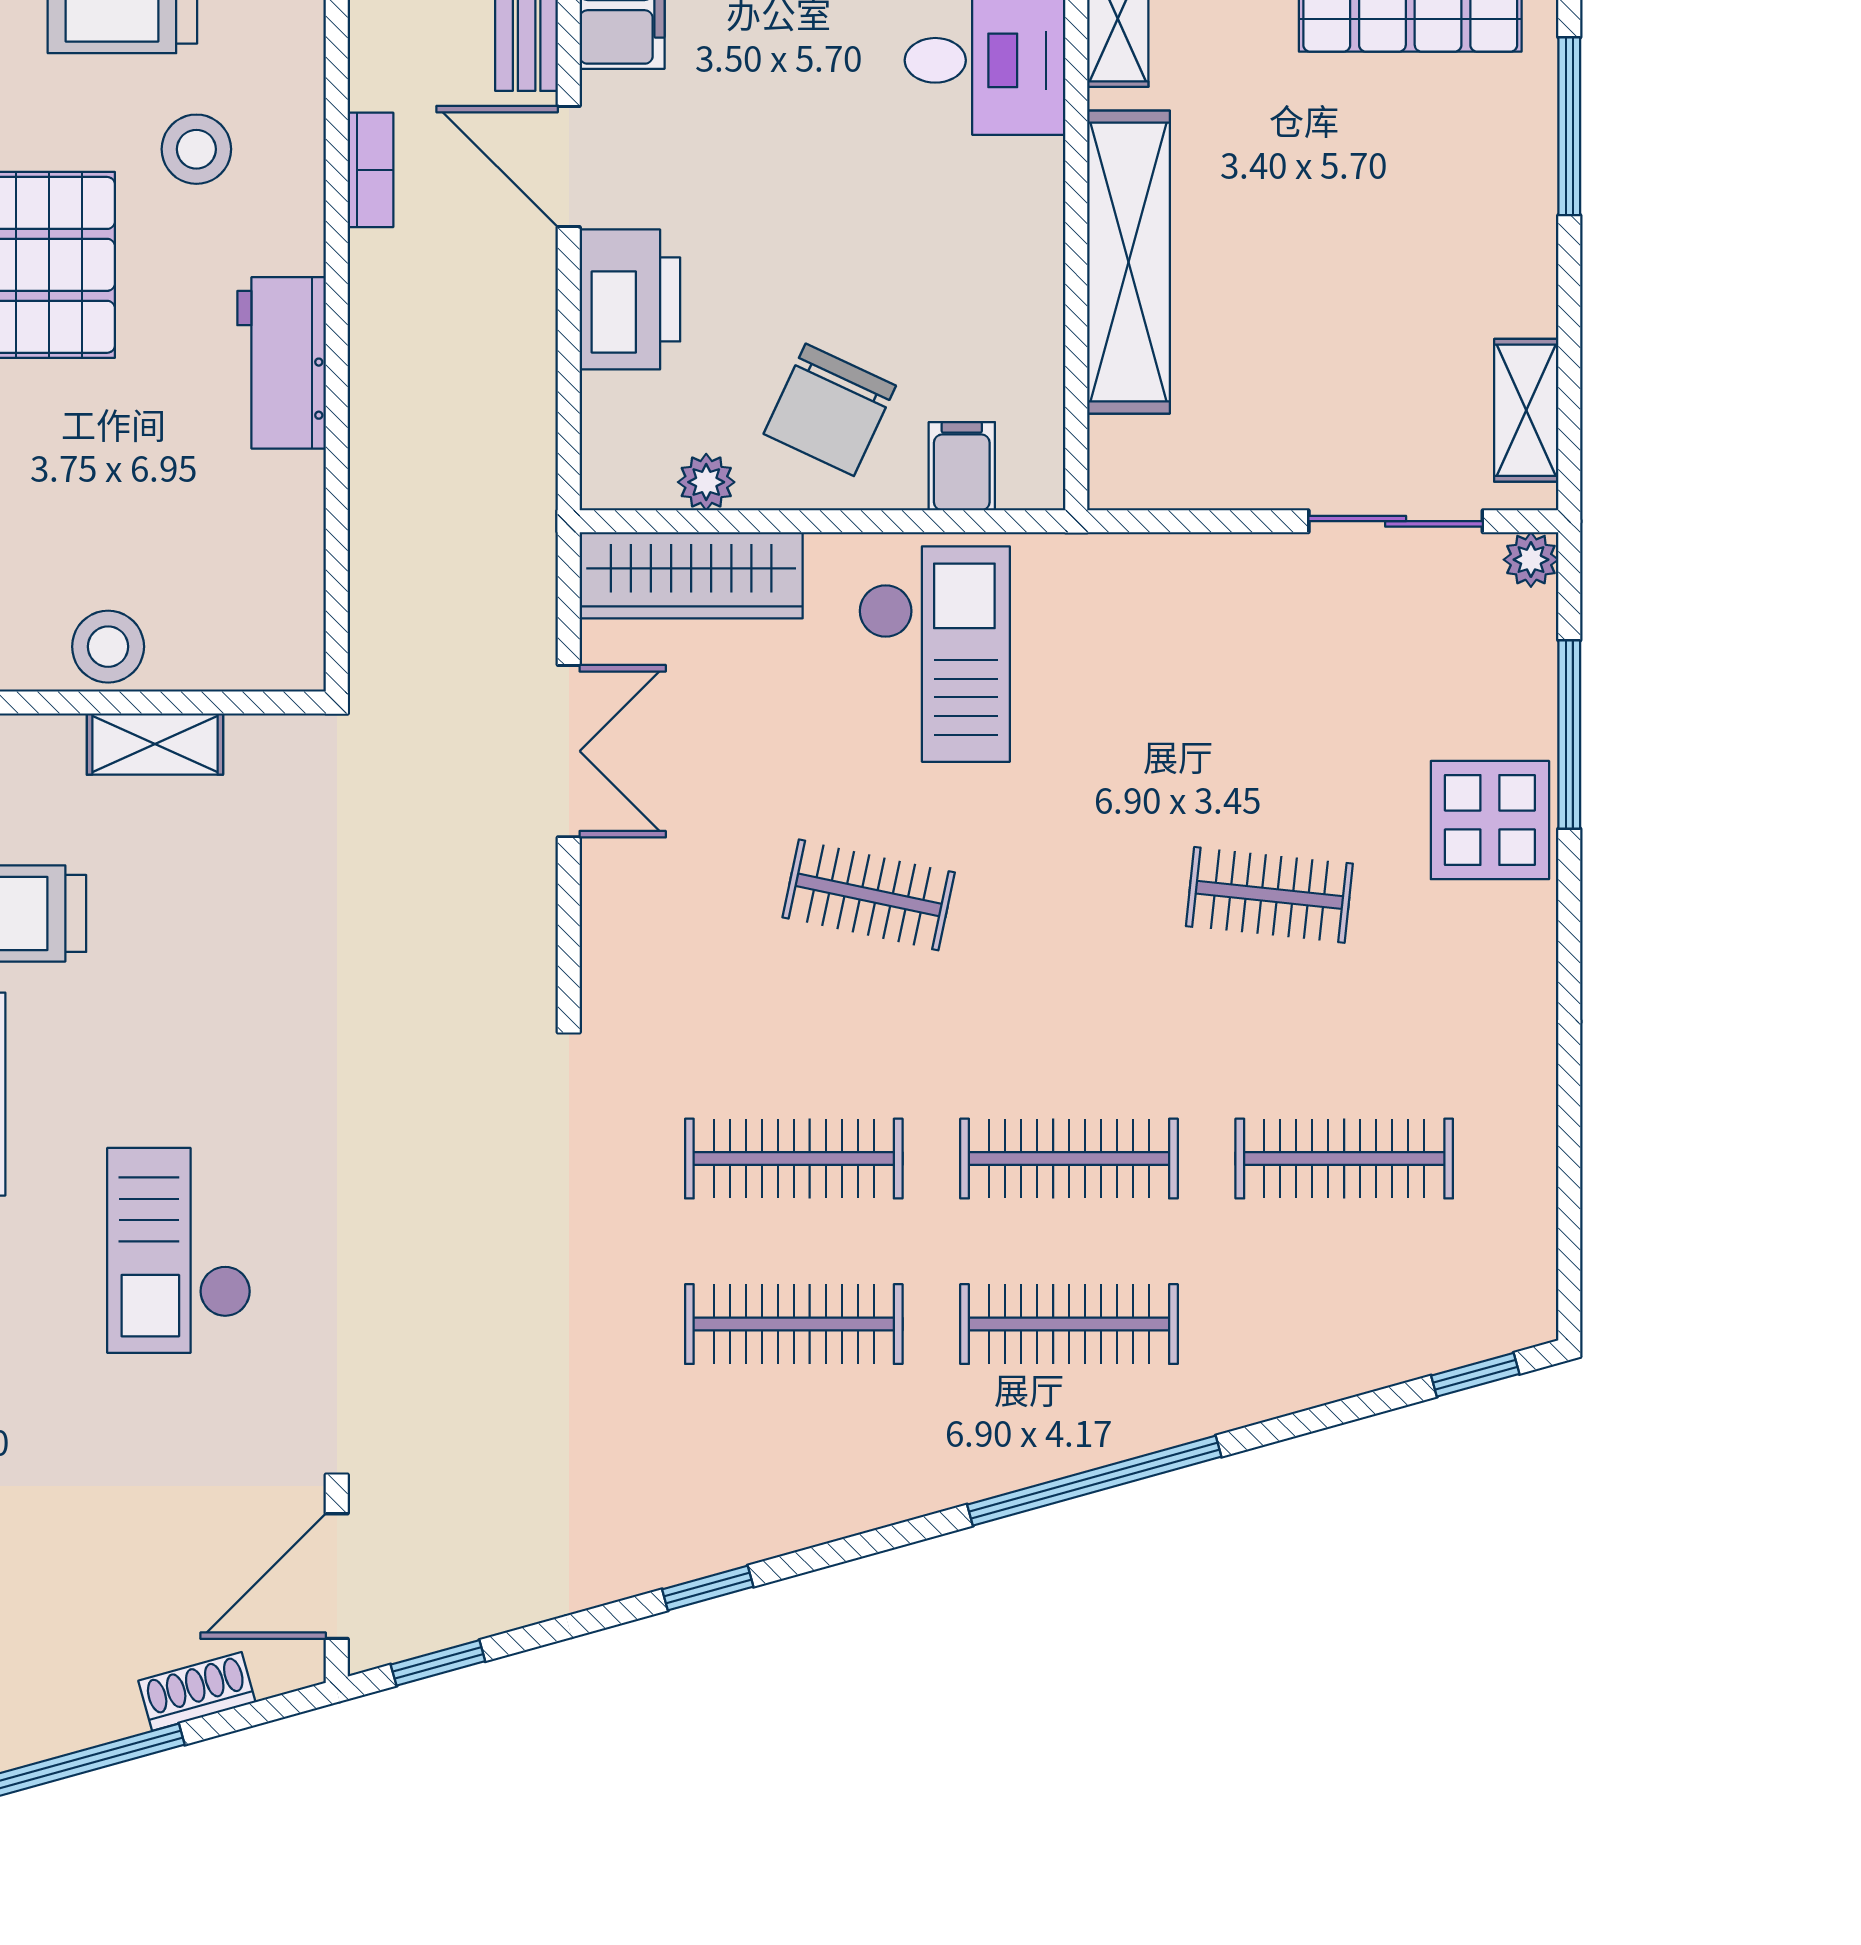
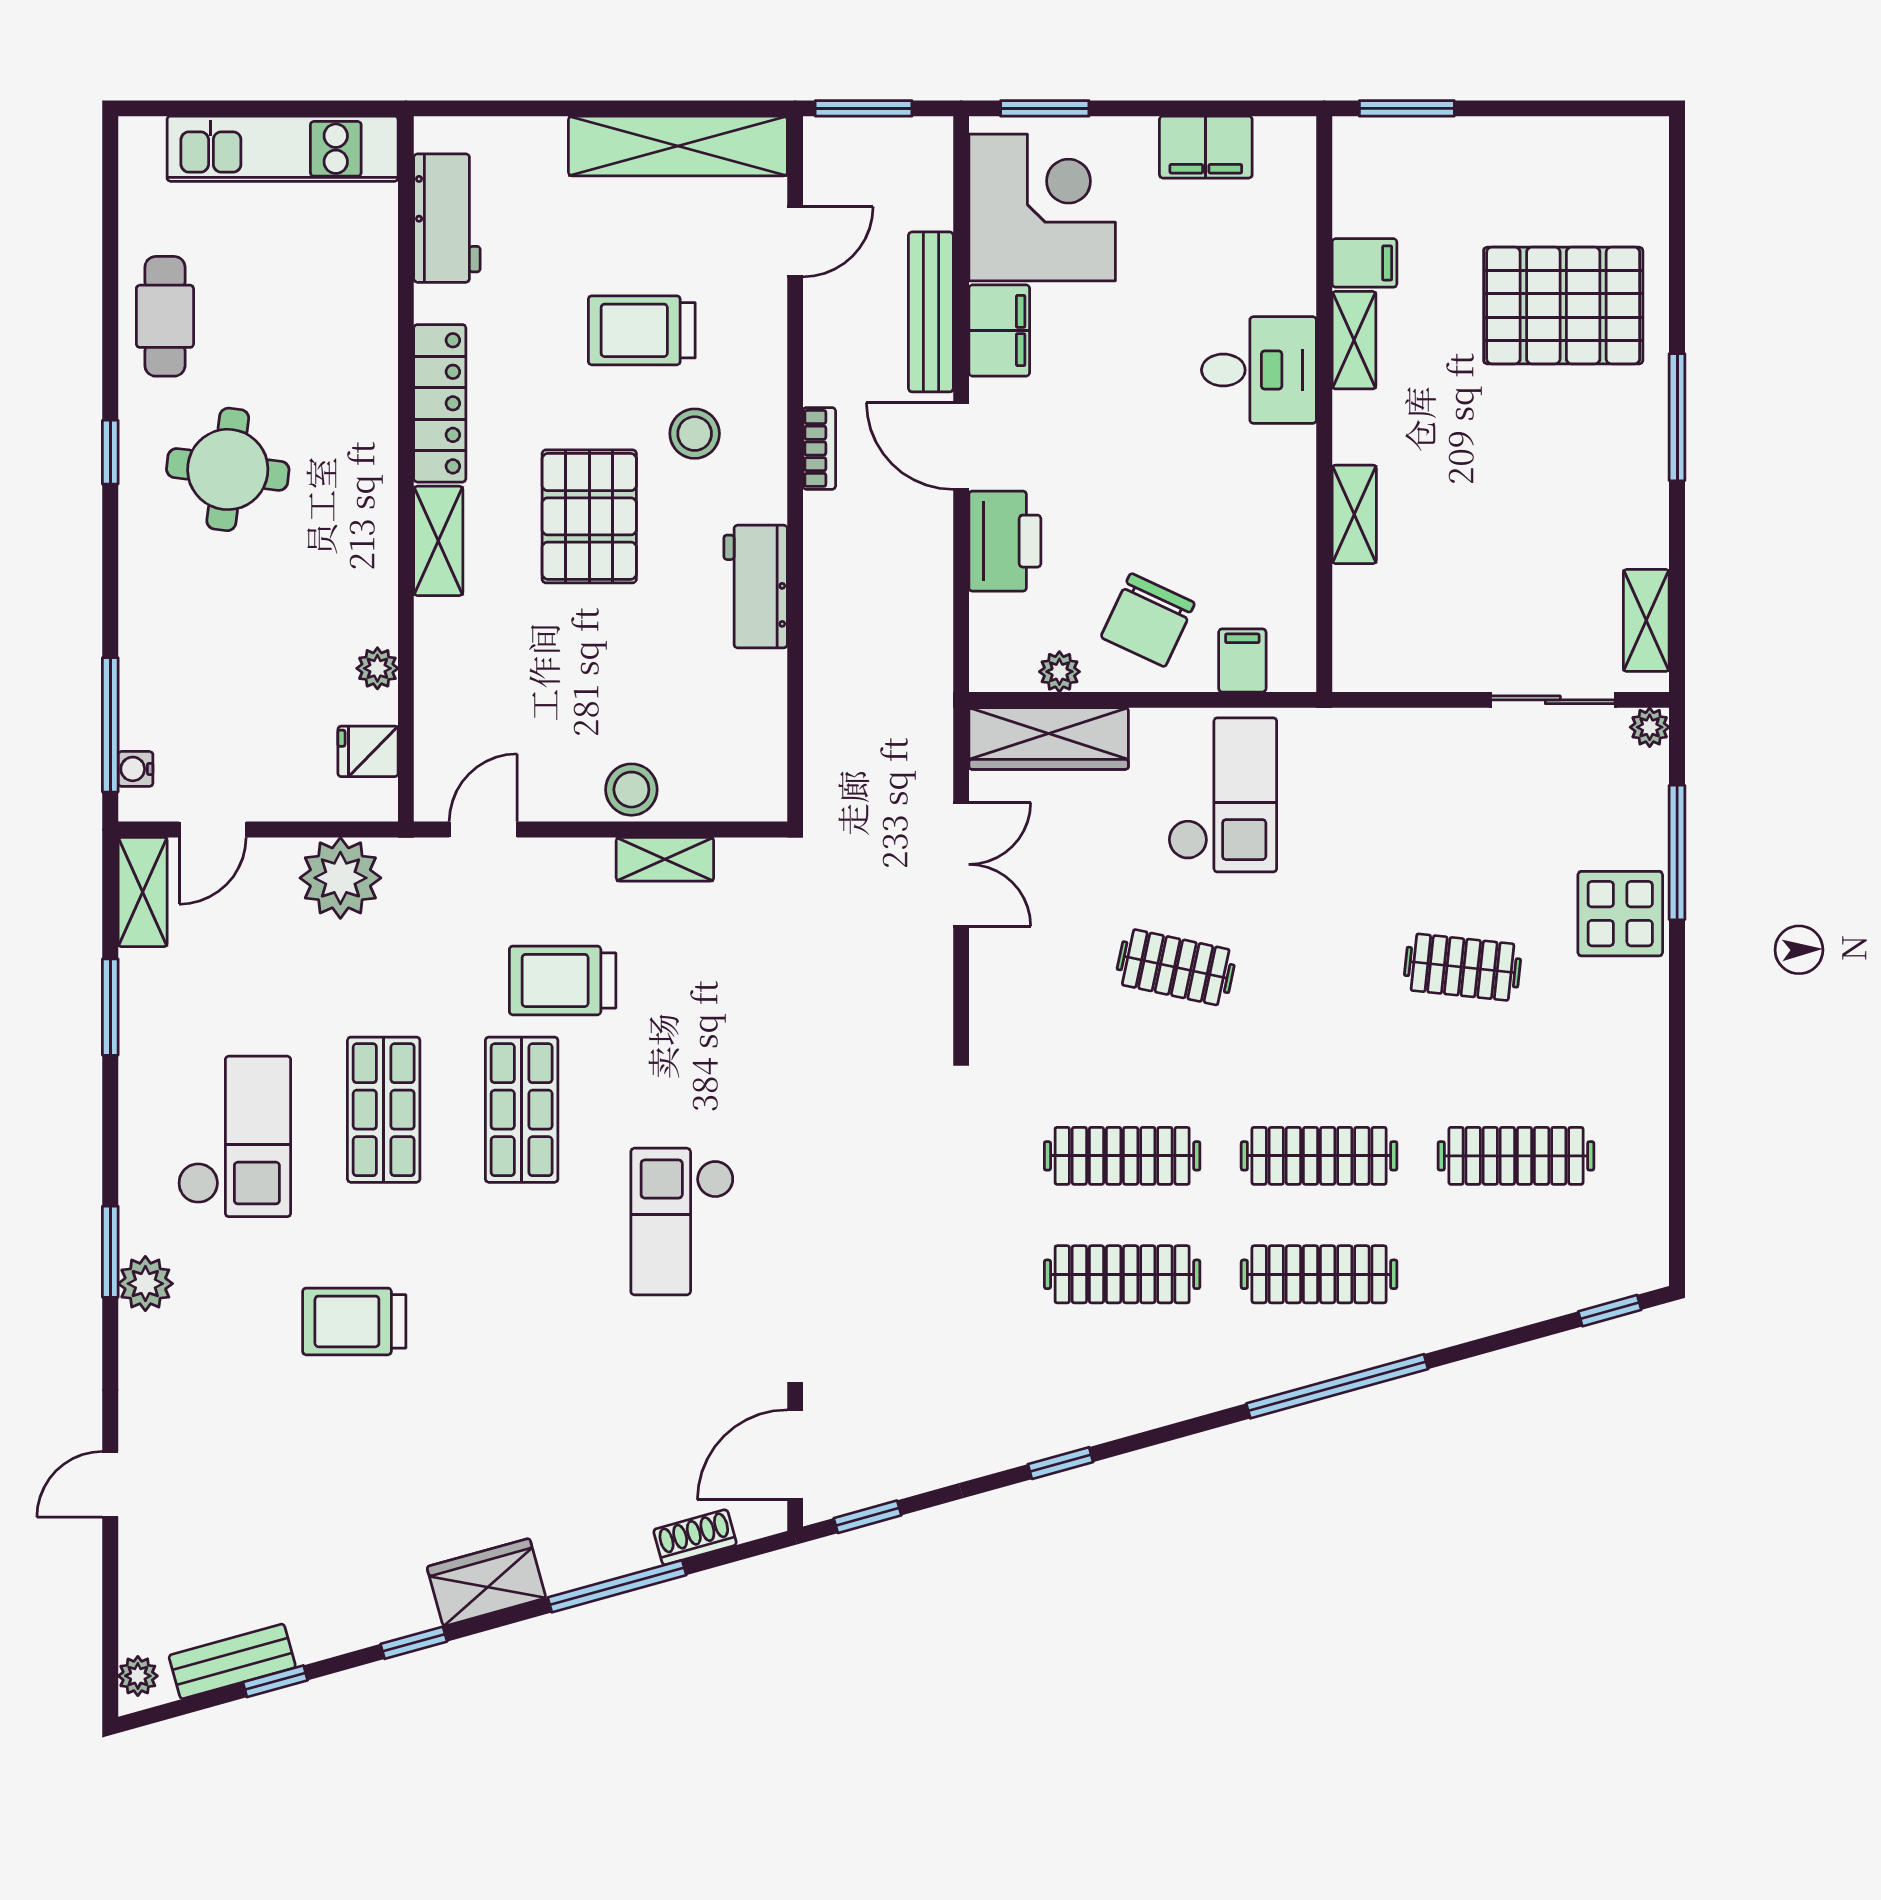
shelving: (1128, 262) -> (1354, 514), width x0.45, depth x0.75

